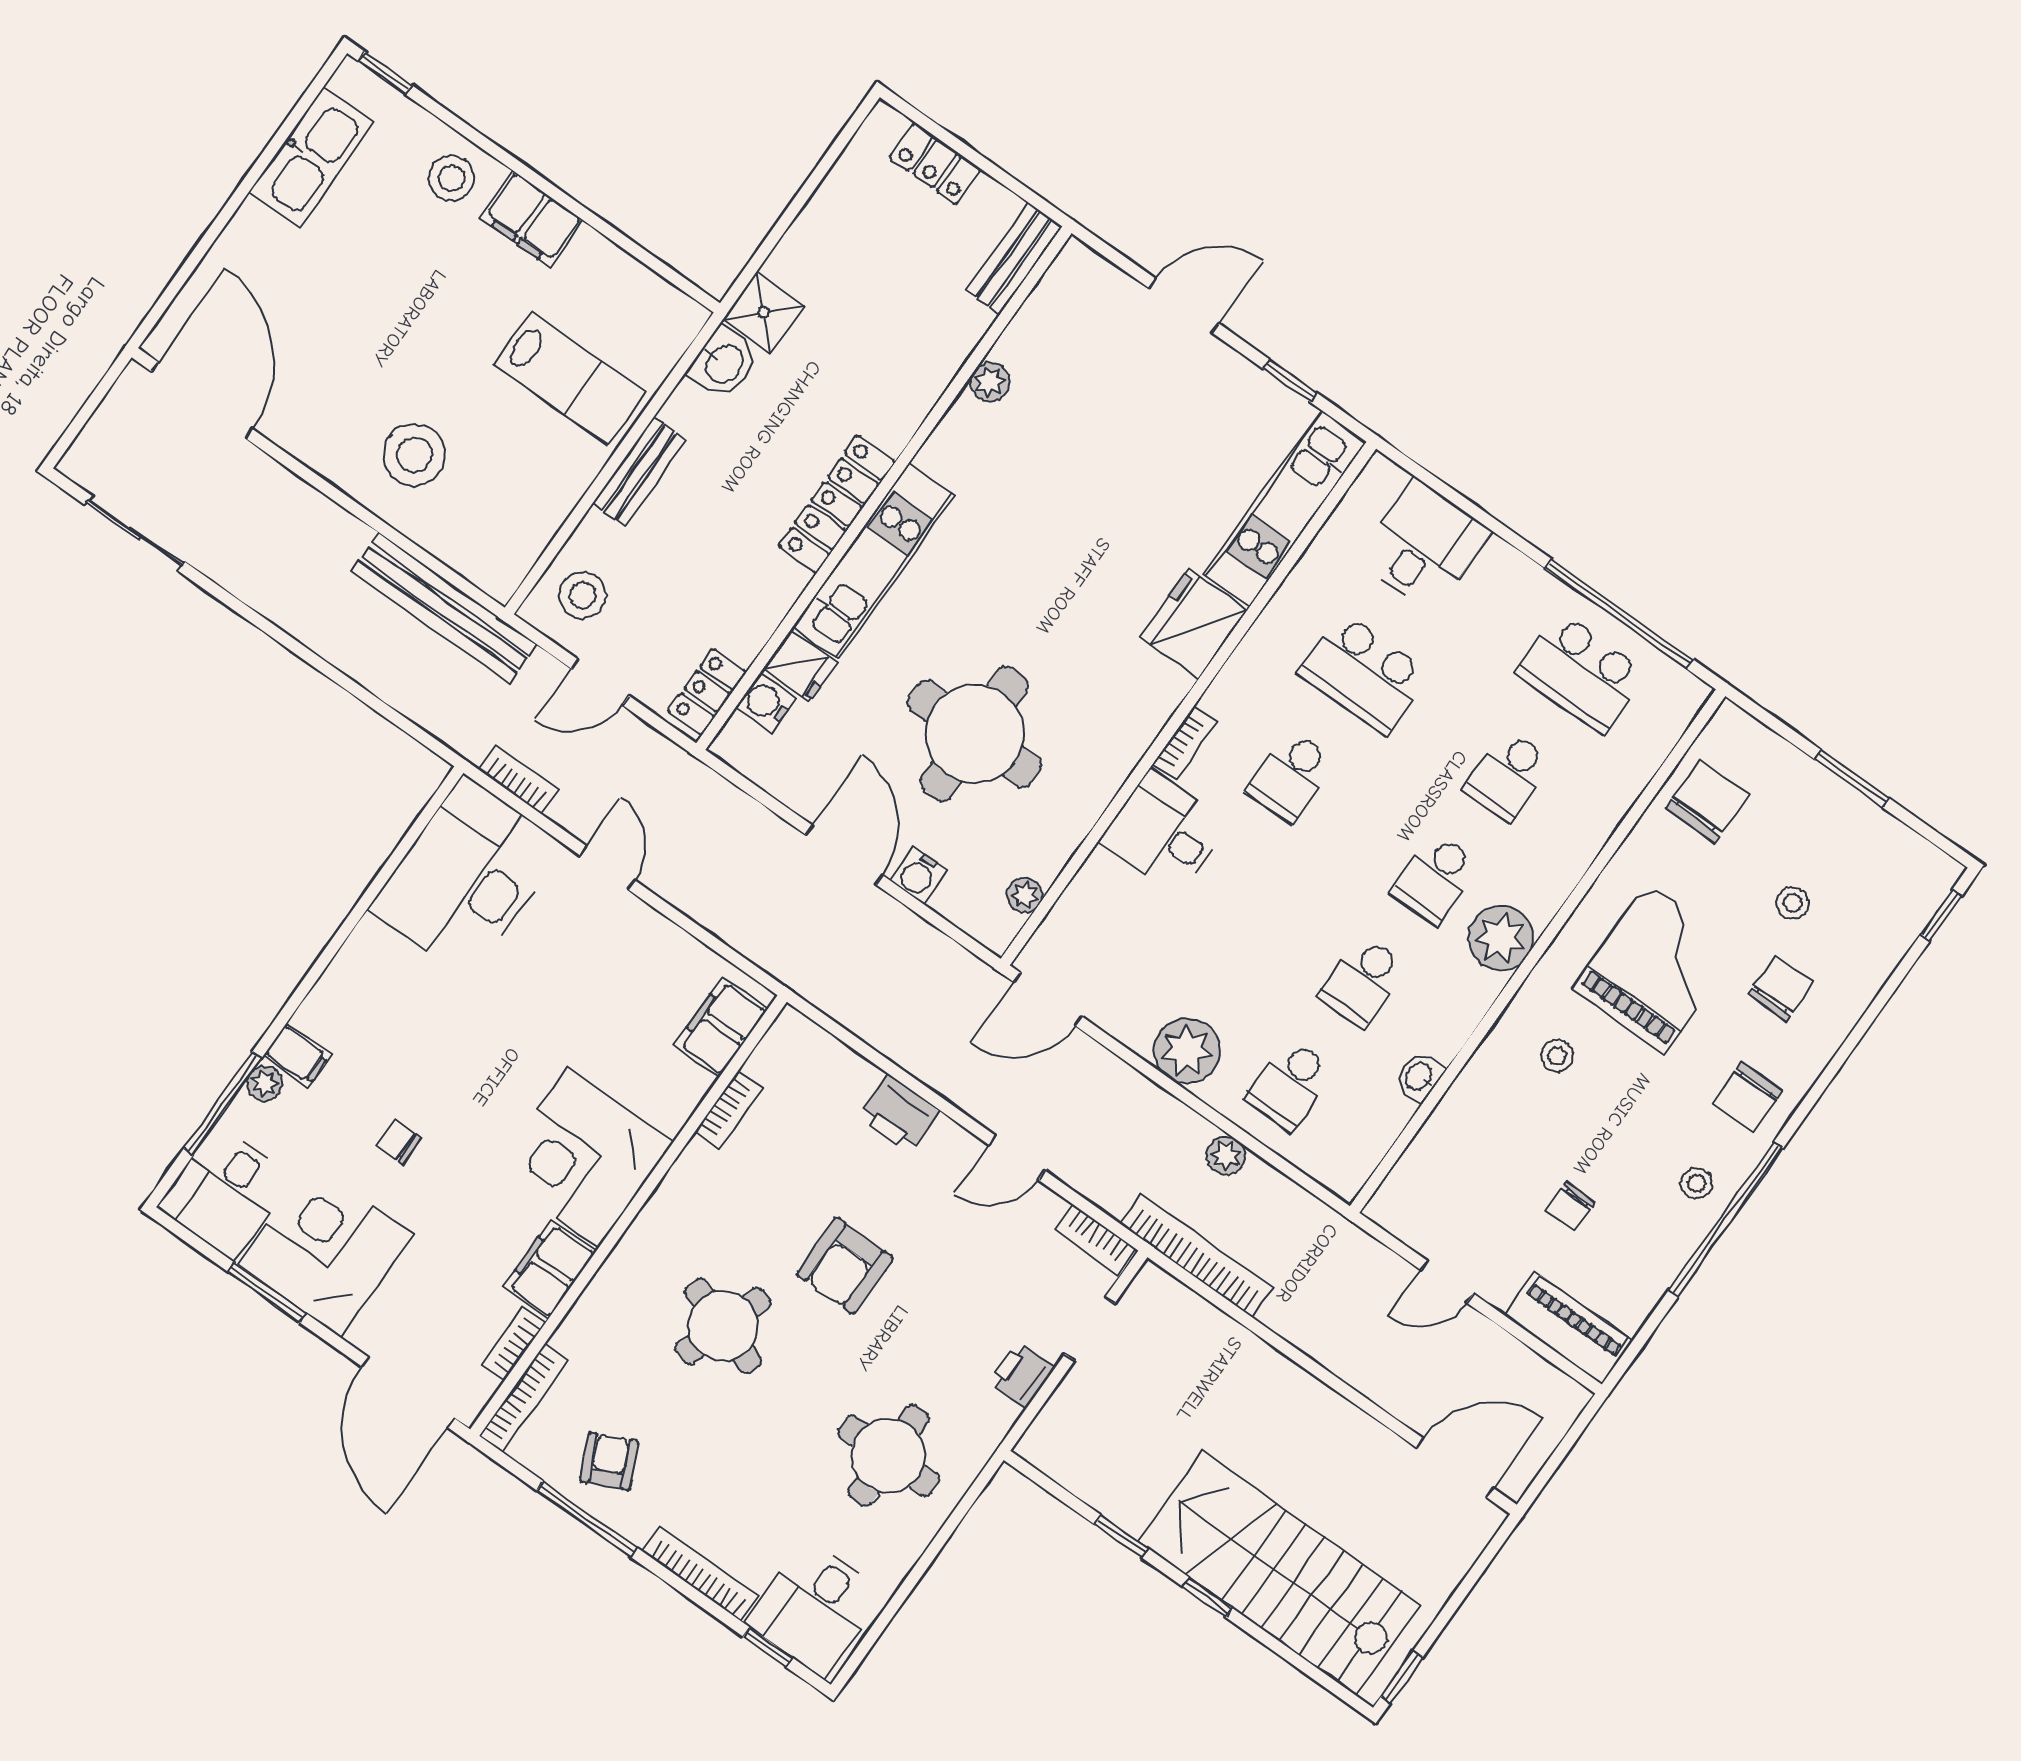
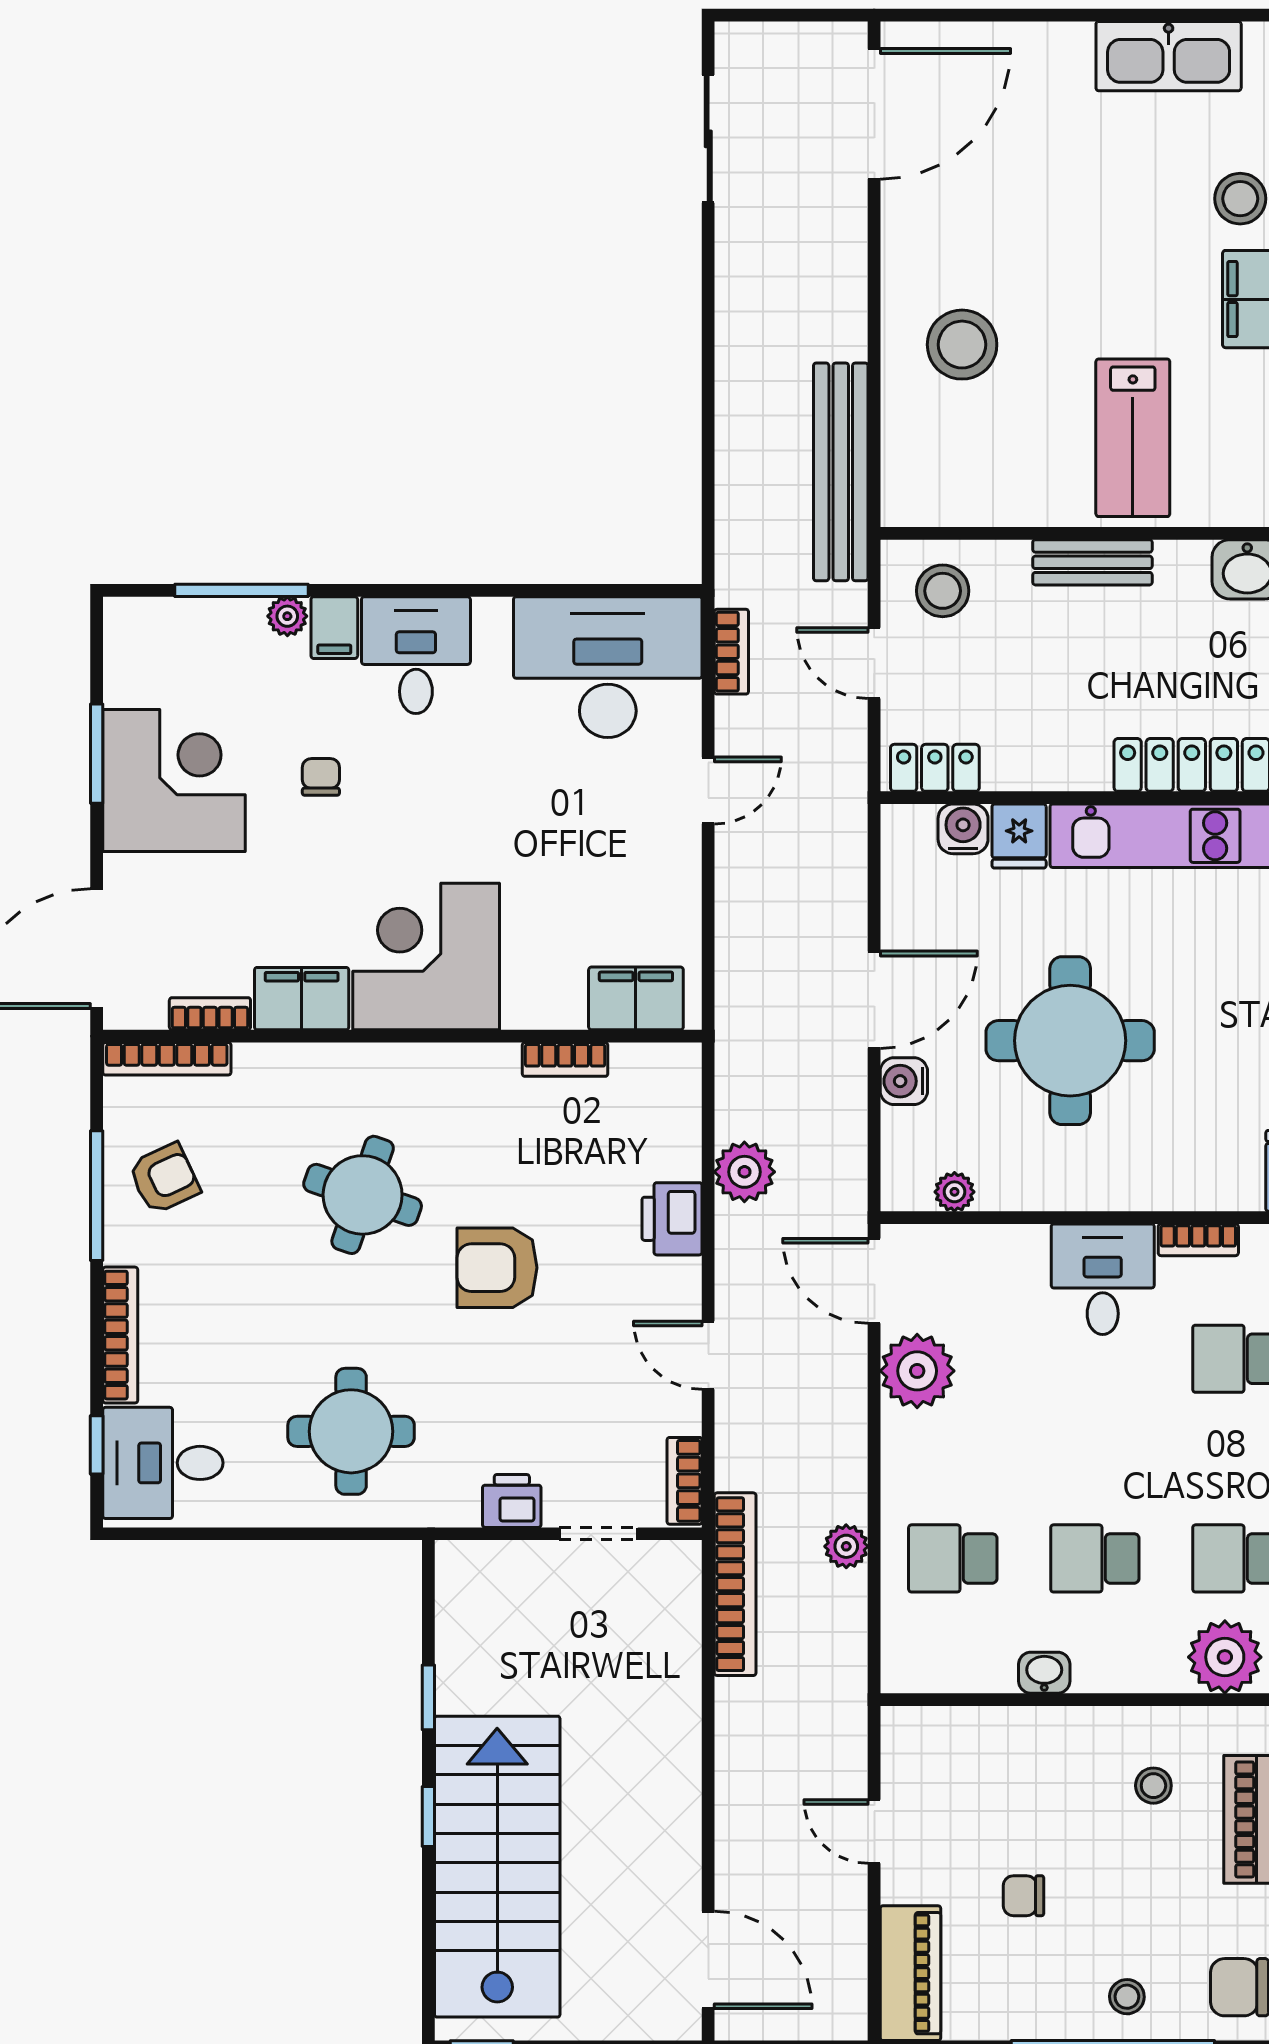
plant: (902, 1037) -> (744, 1172), added
plant: (1187, 1051) -> (917, 1371), moved
desk: (225, 1193) -> (416, 655), moved, turned 90

